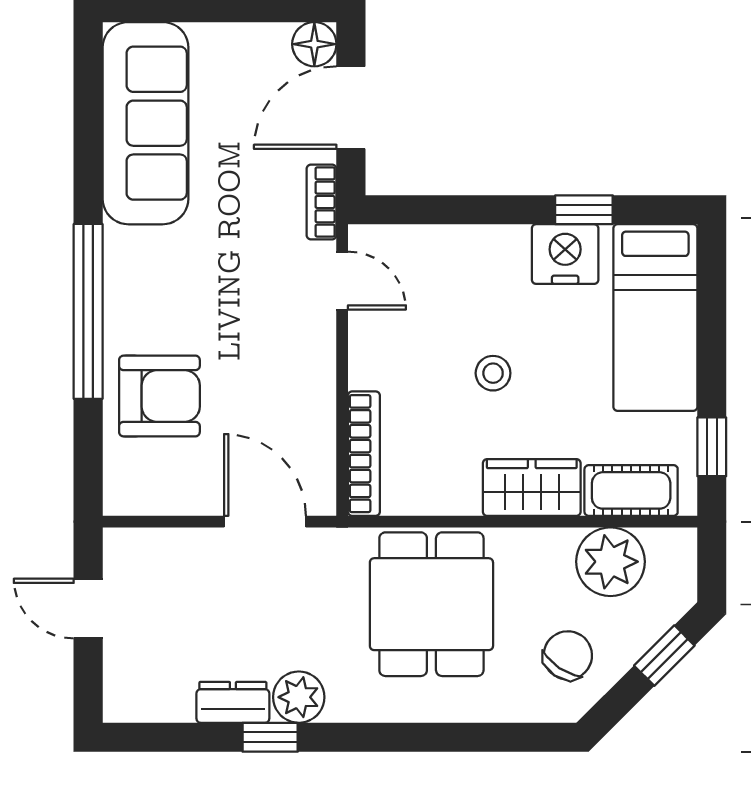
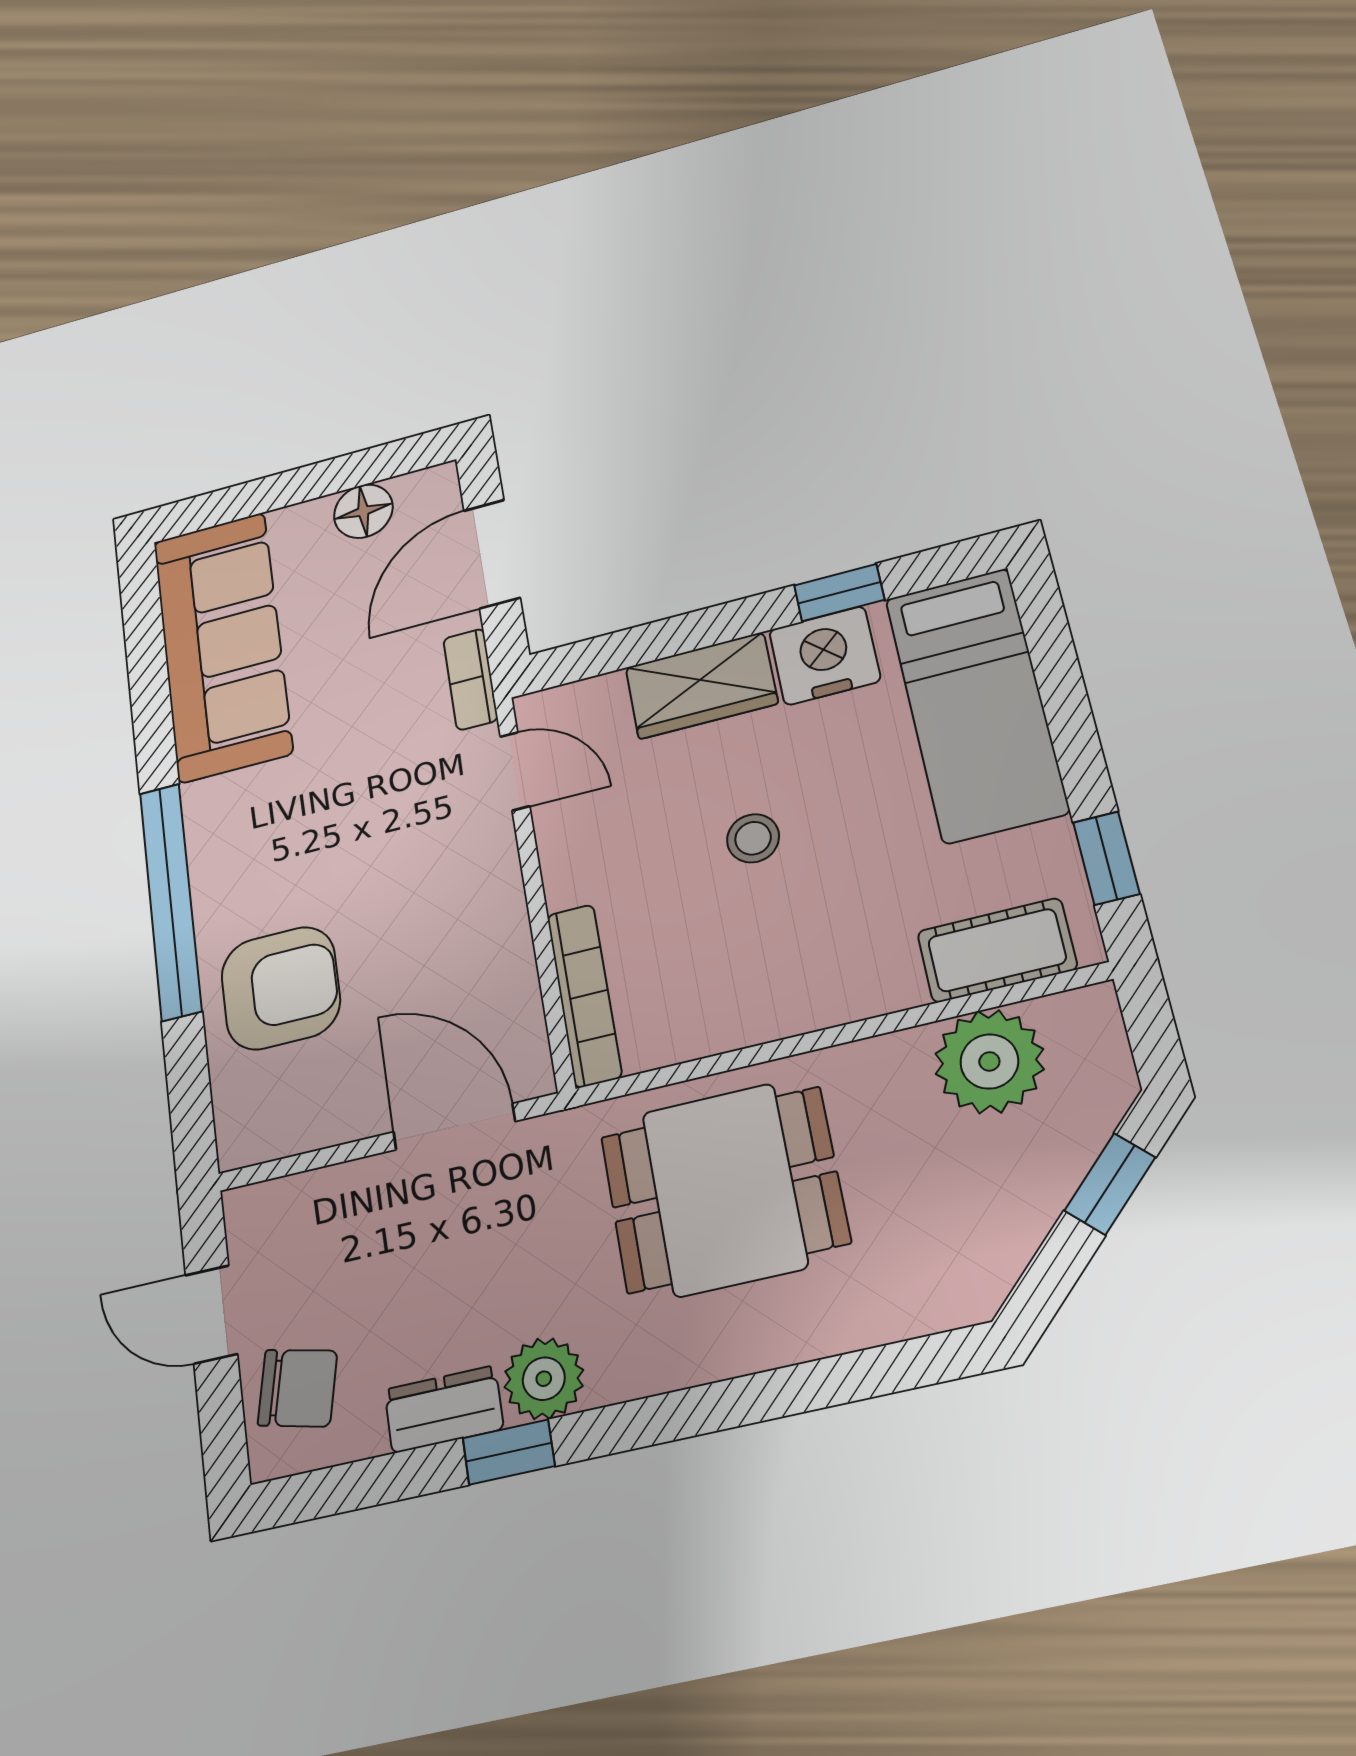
floor lamp: (314, 44) -> (363, 511), moved
wardrobe: (532, 487) -> (701, 685), moved, turned 180
dining table: (431, 604) -> (724, 1190), turned 90
chair: (568, 655) -> (298, 1388), moved, turned 69

